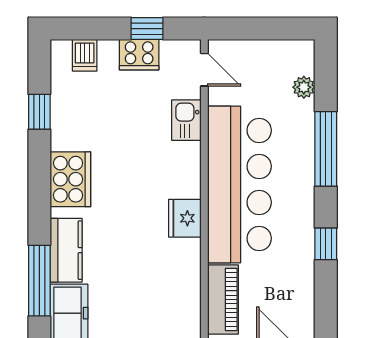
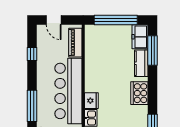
fridge: (185, 218) -> (91, 101), moved
window: (326, 244) -> (32, 54), moved

